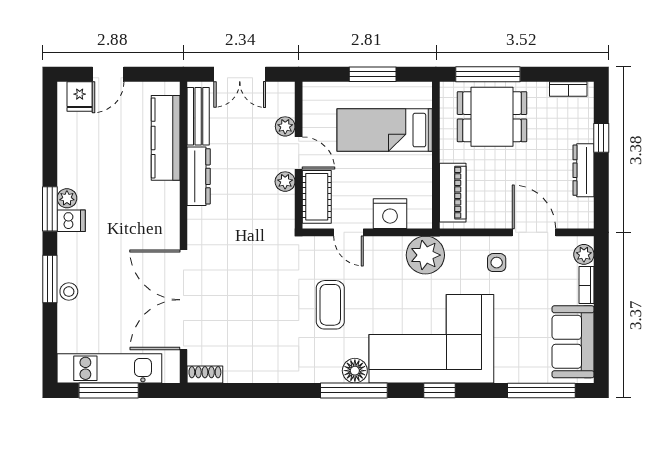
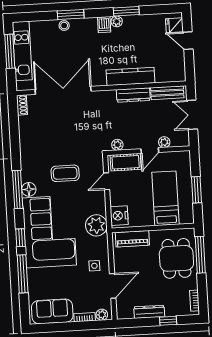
kitchen counter: (166, 138) -> (130, 76), moved
plant: (285, 182) -> (117, 145), moved
window: (50, 209) -> (126, 11), moved
nightstand: (390, 214) -> (119, 216), moved
window: (541, 390) -> (23, 274), moved

